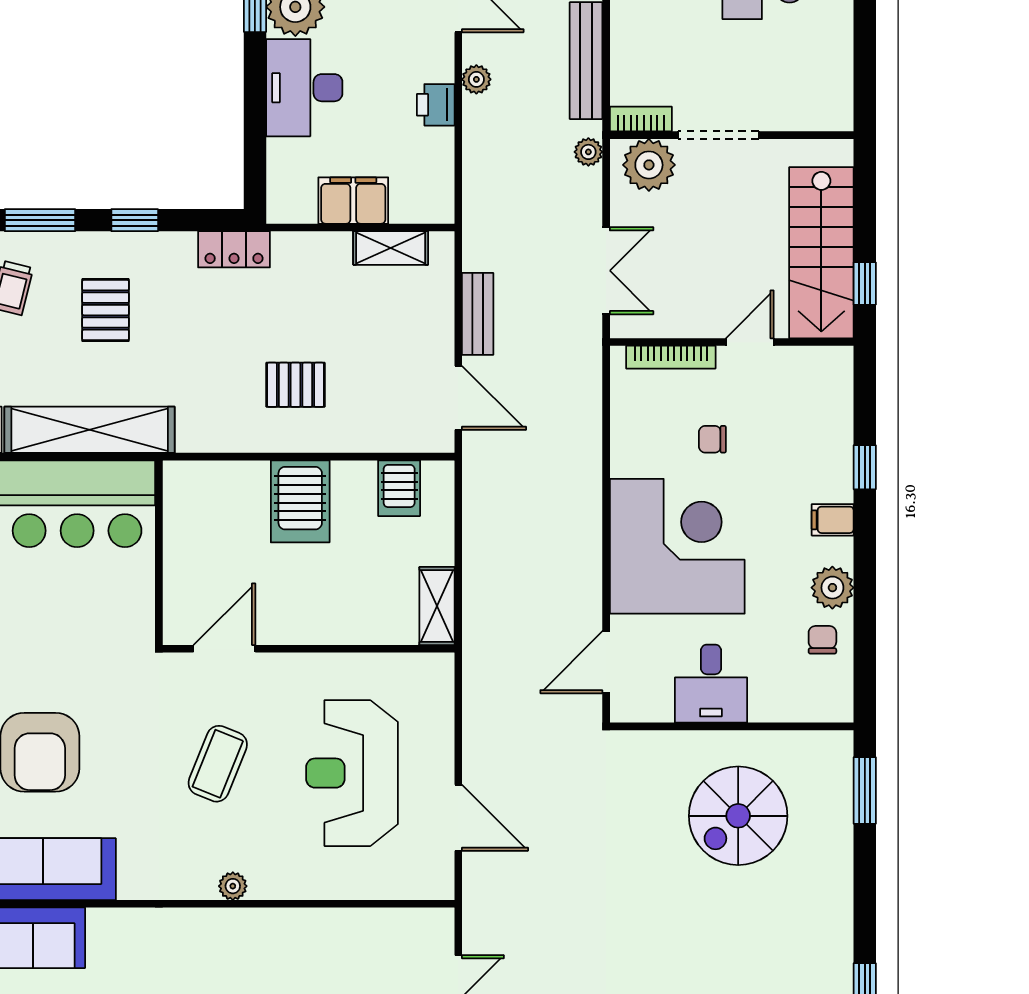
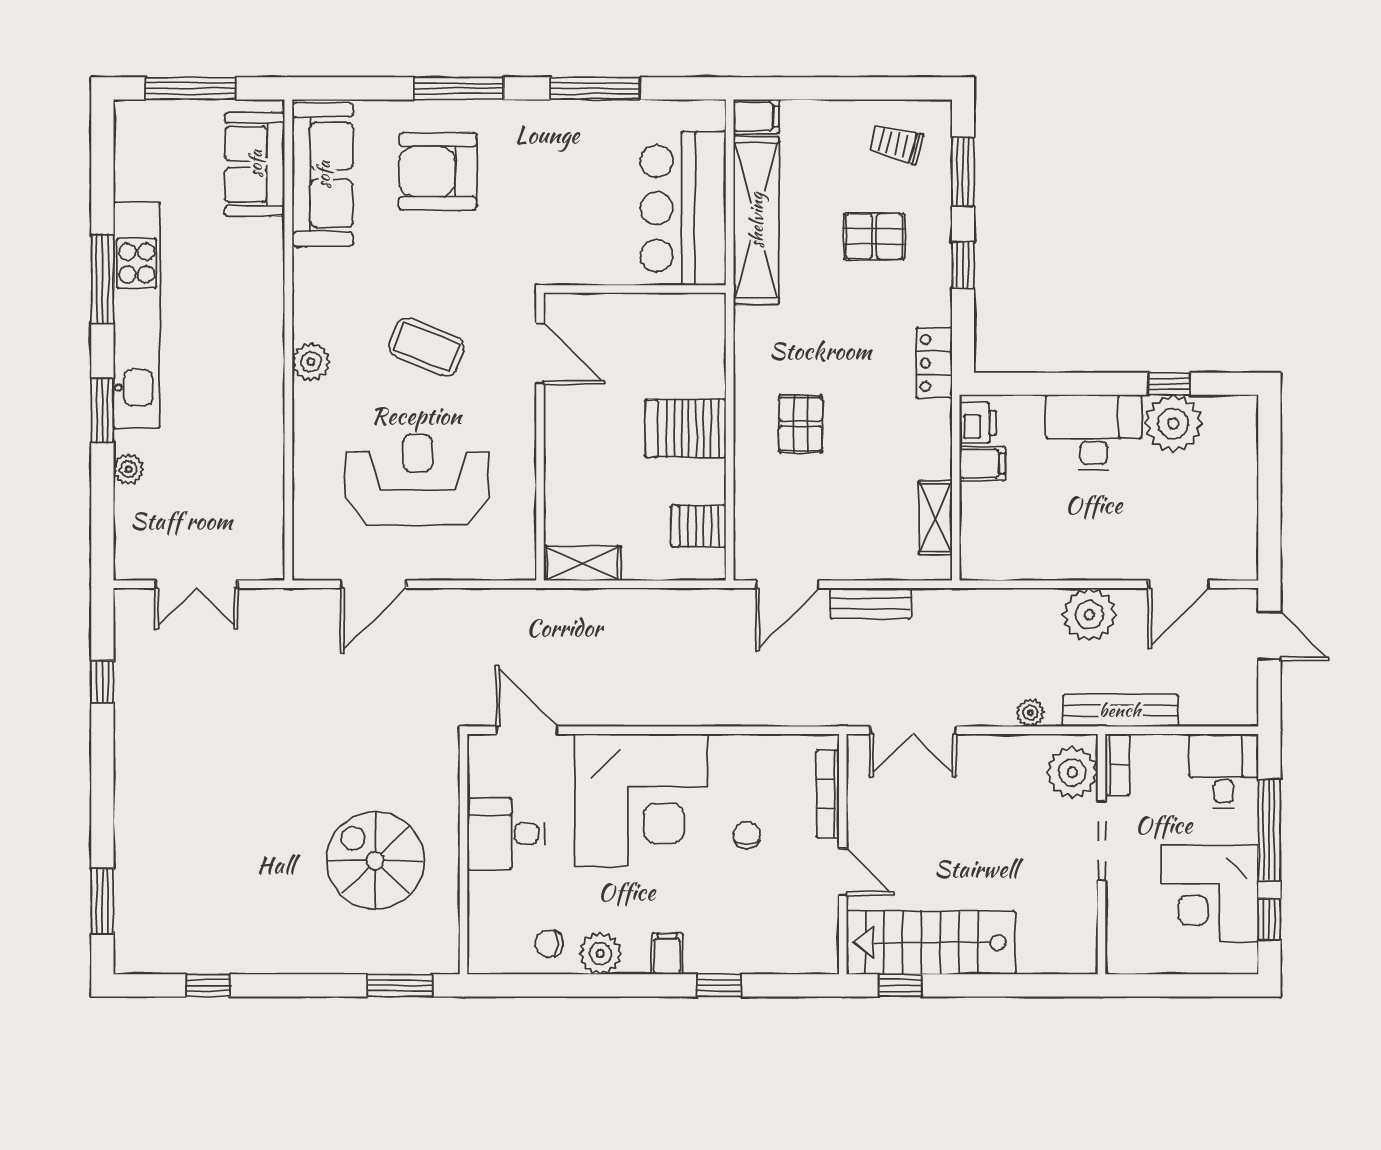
plant: (476, 79) -> (1089, 615), width x1.88, depth x1.88
printer: (436, 105) -> (978, 423), moved, turned 90
bookcase: (641, 119) -> (1117, 764), moved
doorway: (718, 135) -> (1102, 841), moved
wall: (732, 135) -> (1102, 854), moved
plant: (649, 165) -> (1072, 772), moved
filing cabinet: (353, 201) -> (982, 463), width x0.50
chair: (822, 640) -> (549, 944), turned 180
plant: (233, 886) -> (311, 362), width x1.38, depth x1.38

